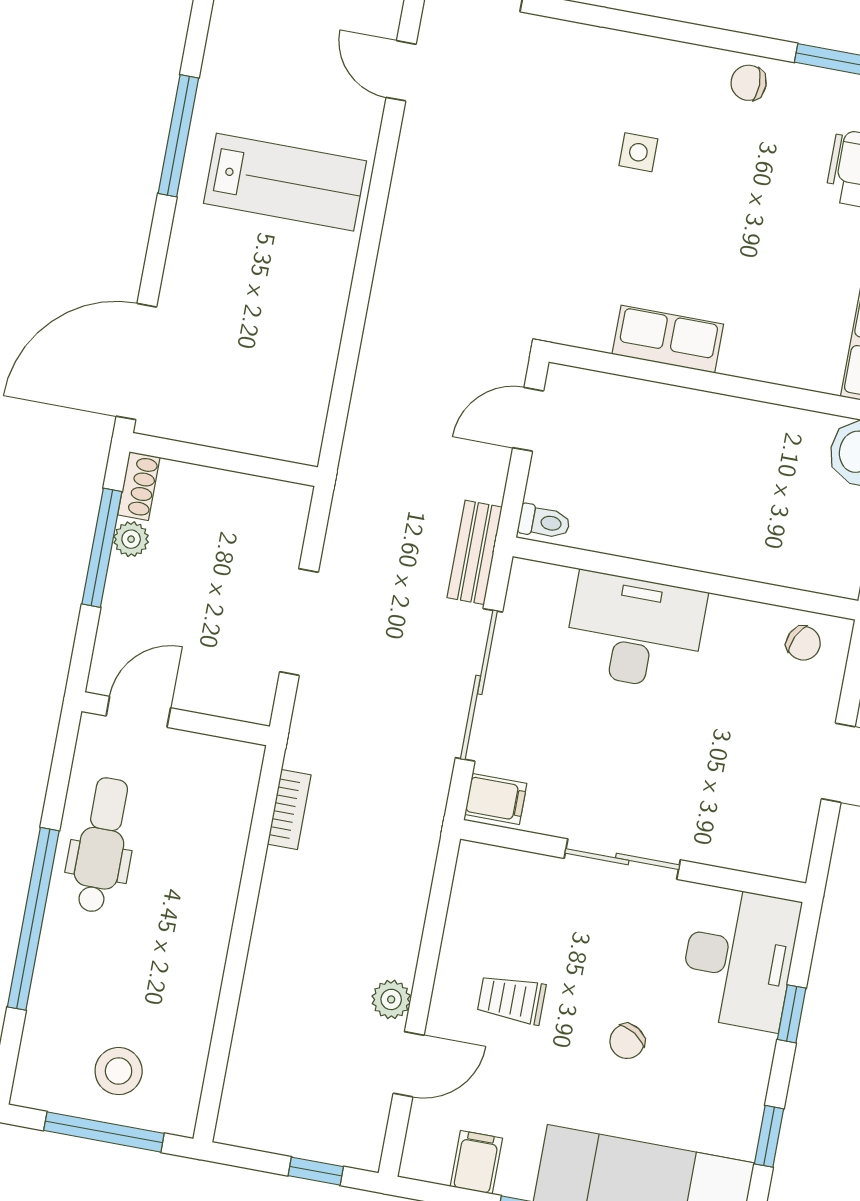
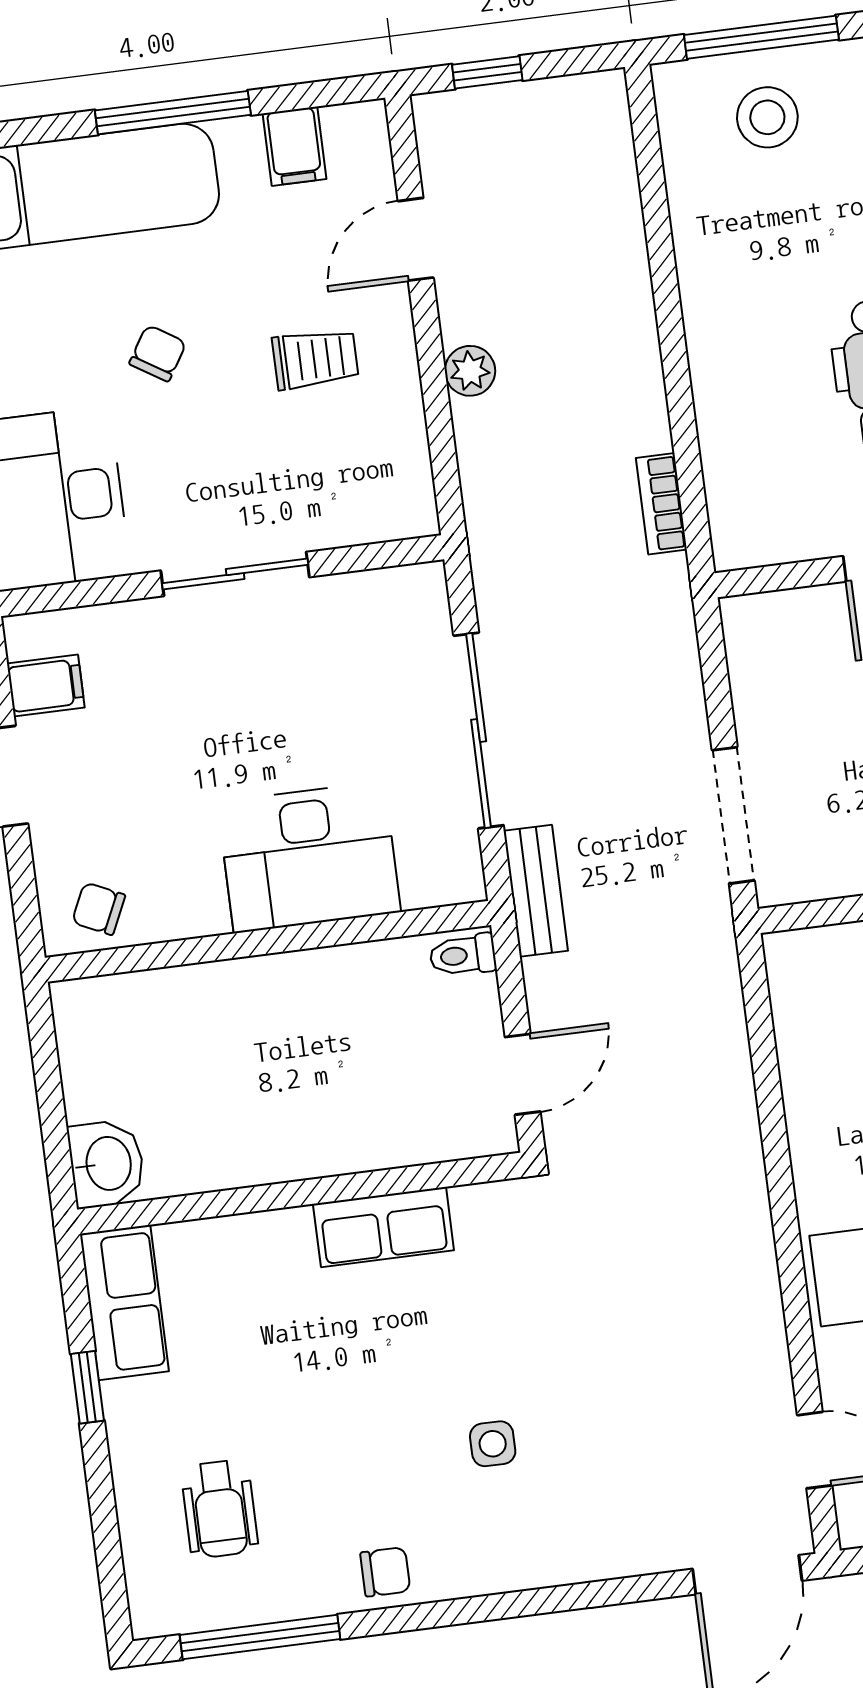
doorway: (299, 622) -> (733, 815), moved
filing cabinet: (496, 799) -> (46, 685), moved, turned 180
plant: (391, 999) -> (470, 371), moved

